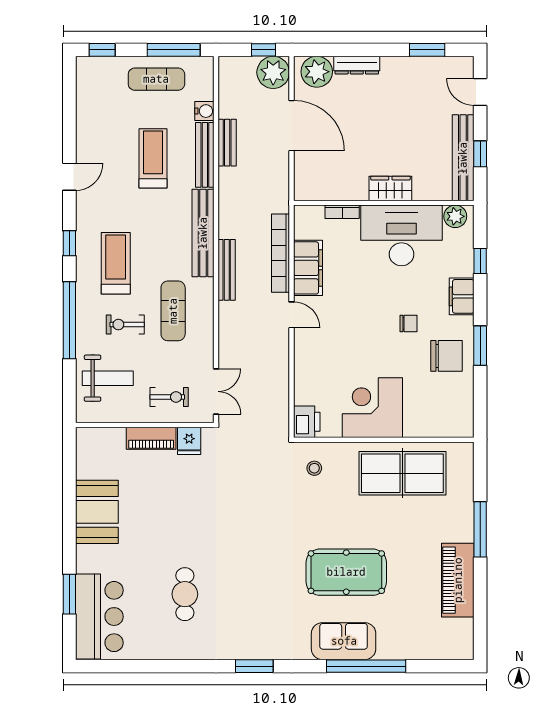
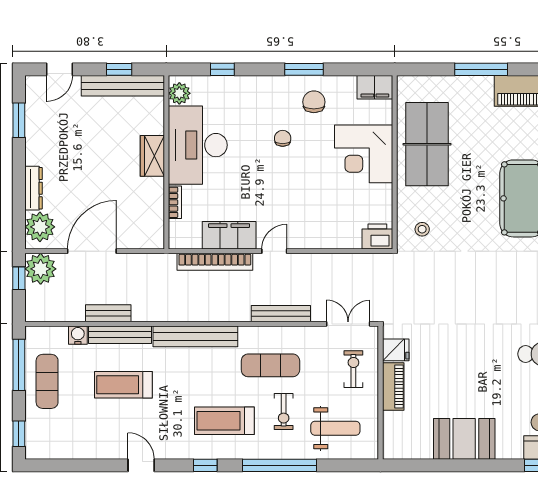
bench: (227, 270) -> (281, 314), moved
filing cabinet: (462, 296) -> (375, 87), moved
chair: (446, 356) -> (314, 102), width x0.73, depth x0.73
weight bench: (108, 378) -> (335, 428), turned 90
corner desk: (372, 408) -> (364, 154), moved

